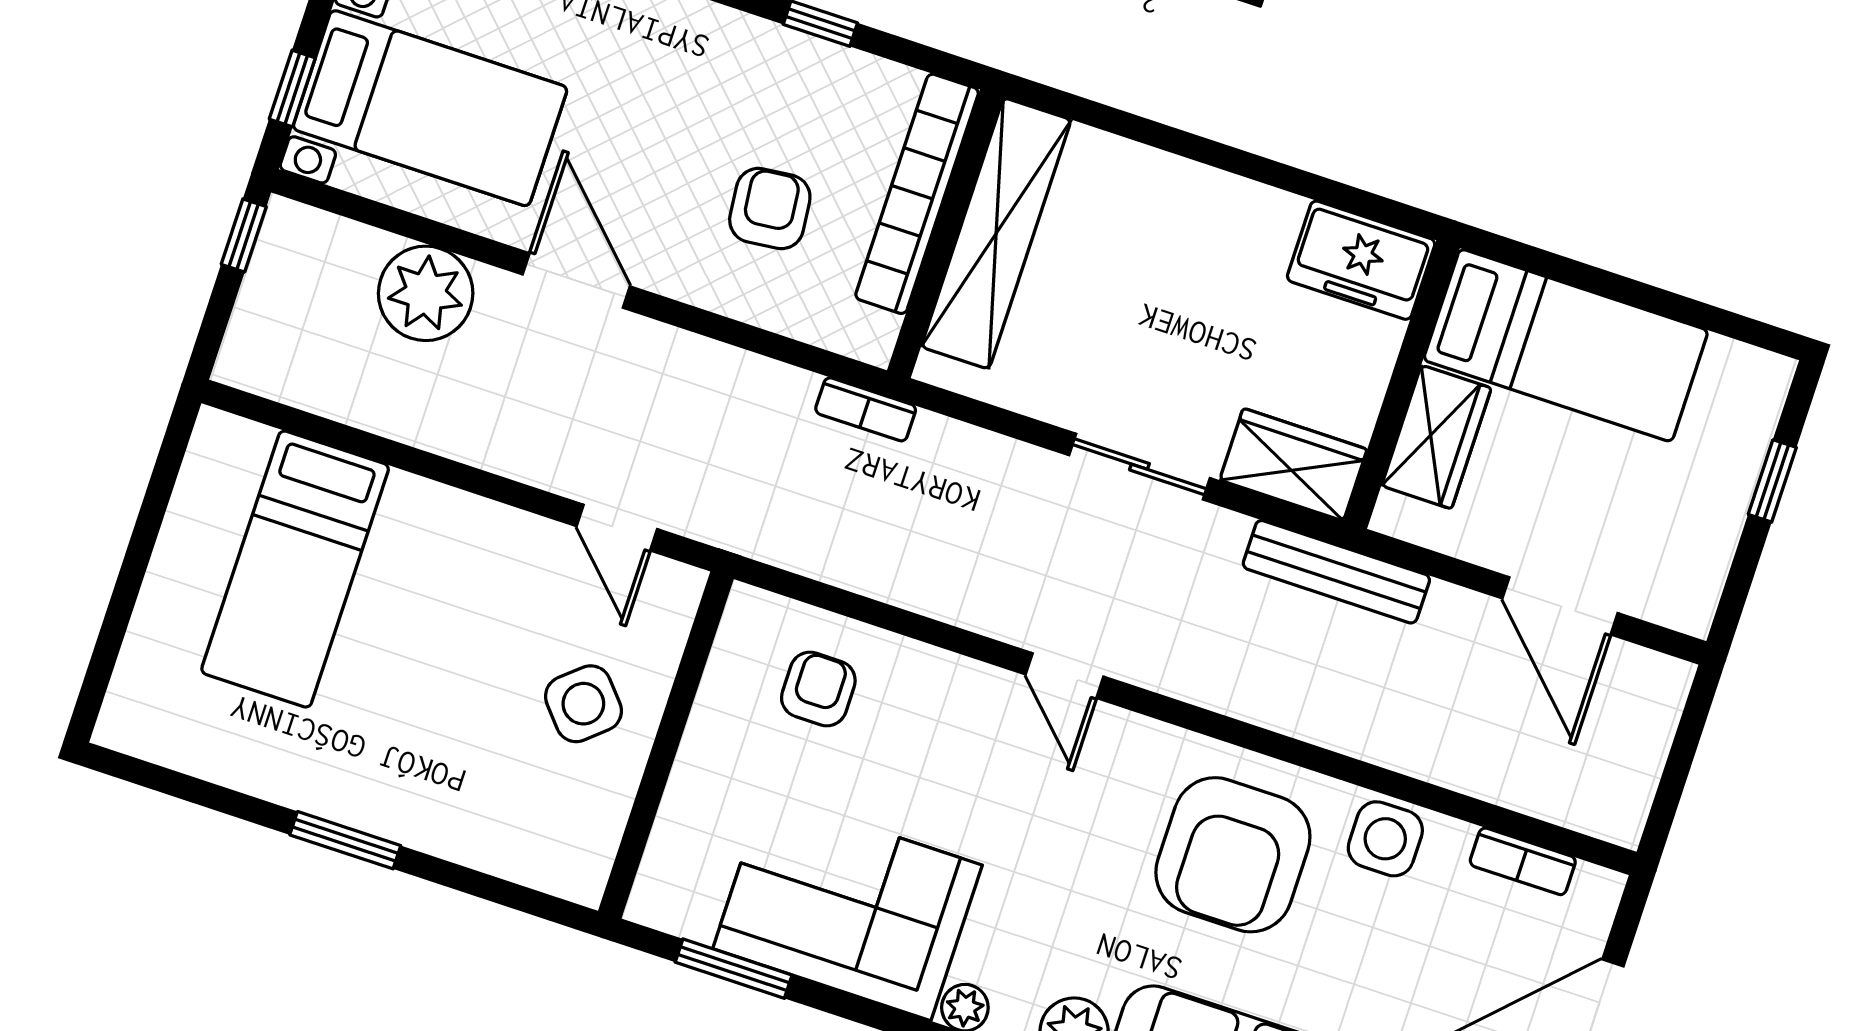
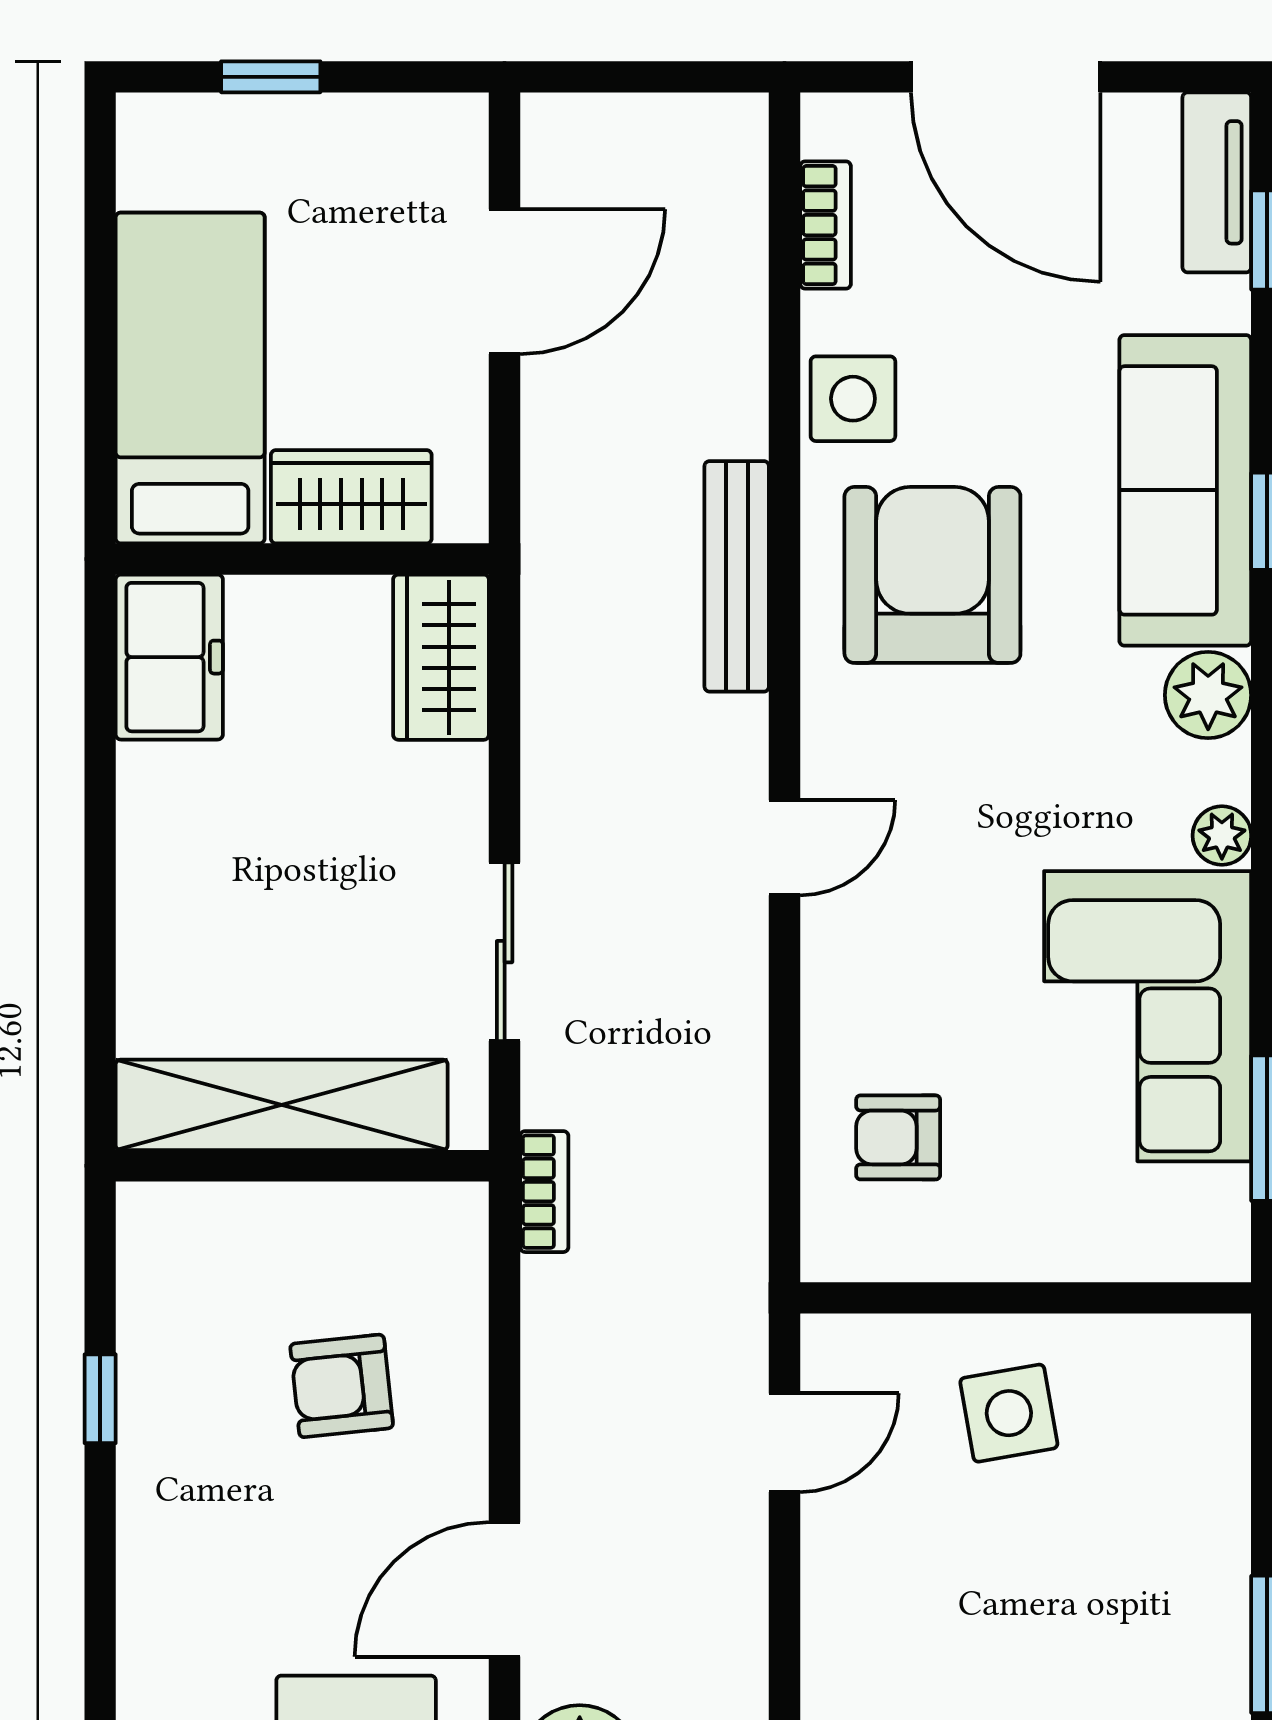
bookcase: (917, 194) -> (266, 1215), removed
sliding door: (1139, 467) -> (505, 952), moved
bench: (1336, 572) -> (737, 576), moved
side table: (583, 704) -> (1009, 1413), turned 31
armchair: (1233, 855) -> (932, 575), turned -90

